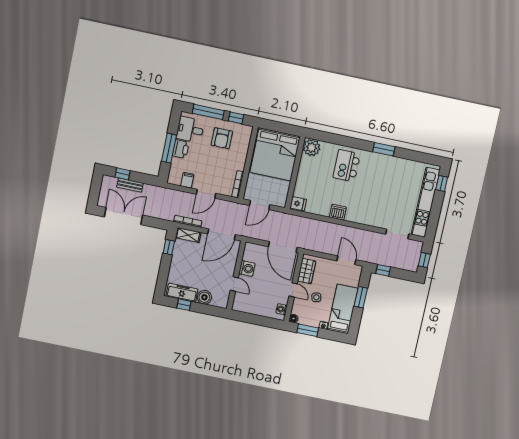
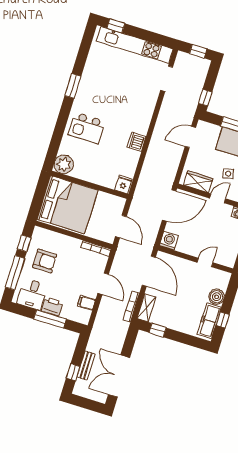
washing machine: (247, 268) -> (169, 241), moved

